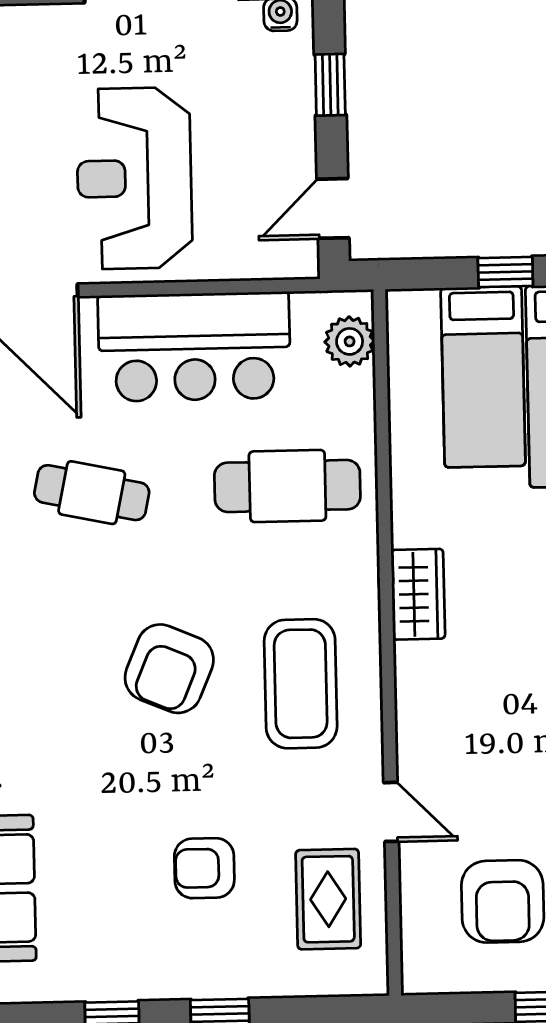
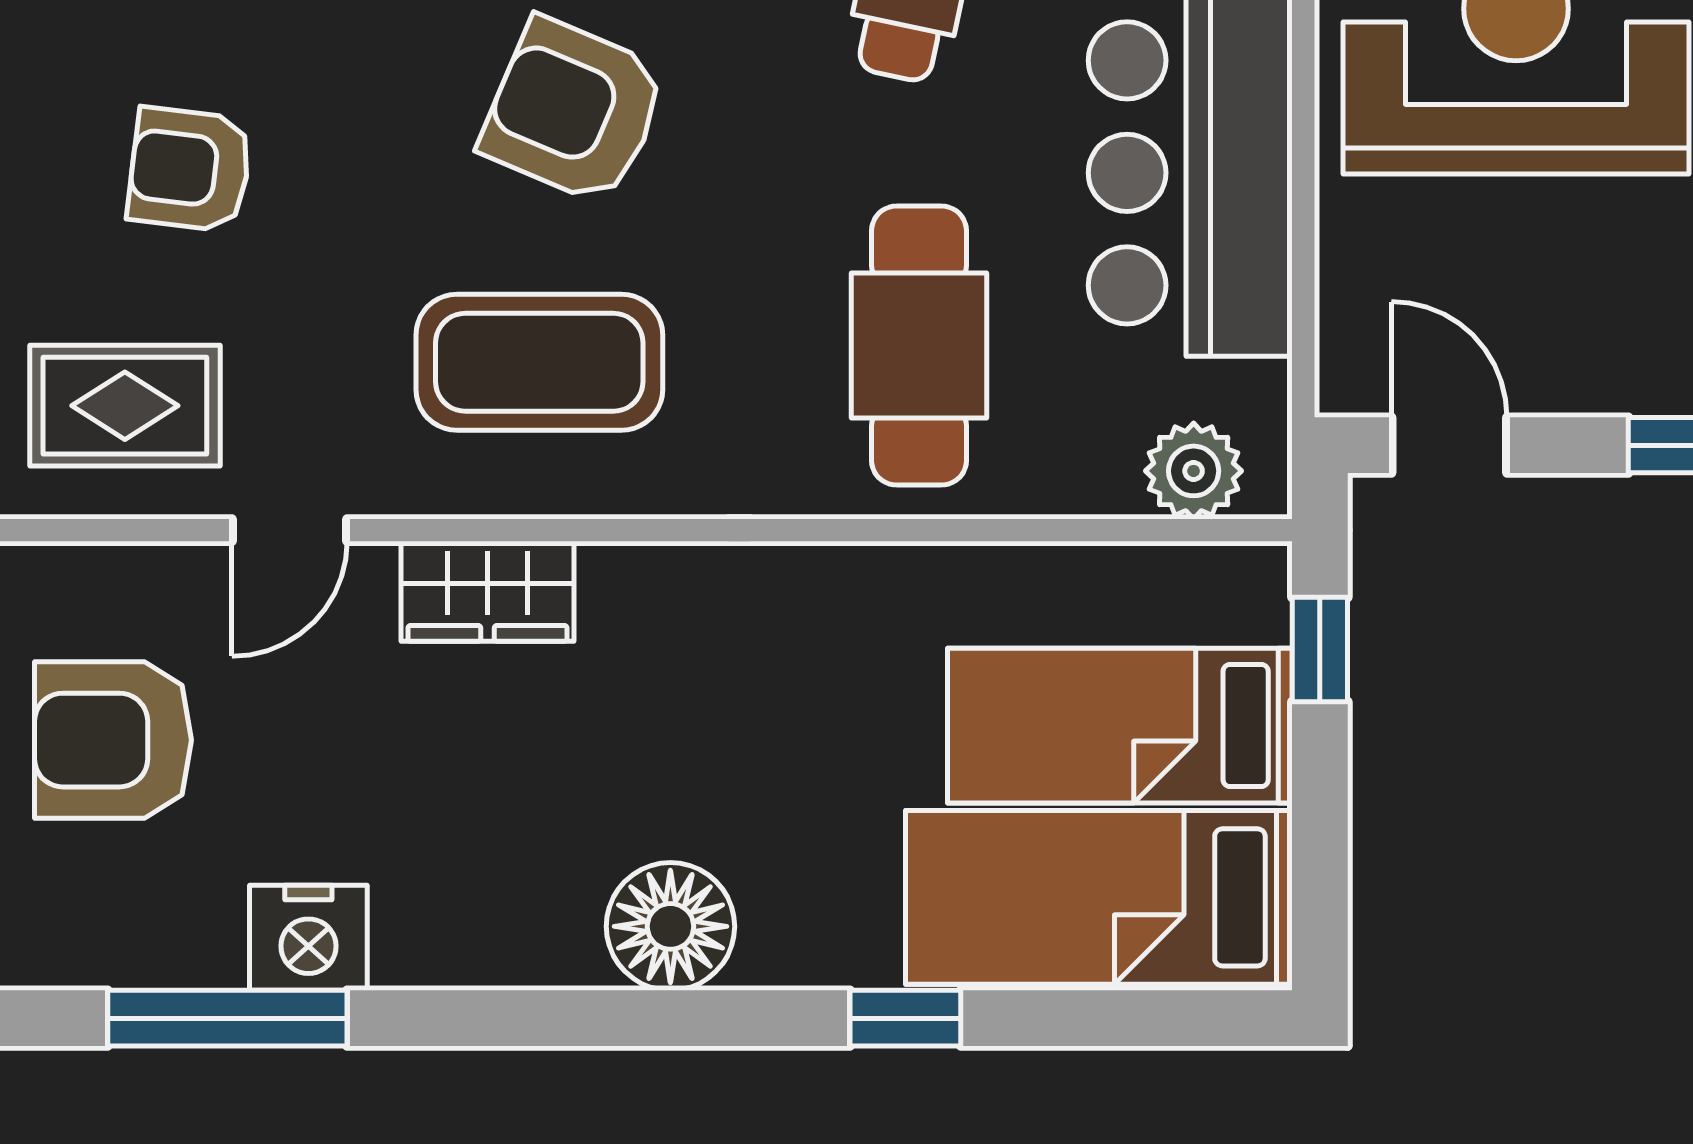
window: (505, 272) -> (1320, 650), moved
wardrobe: (418, 594) -> (487, 591), moved
armchair: (204, 868) -> (190, 169), turned -83

